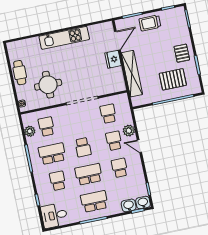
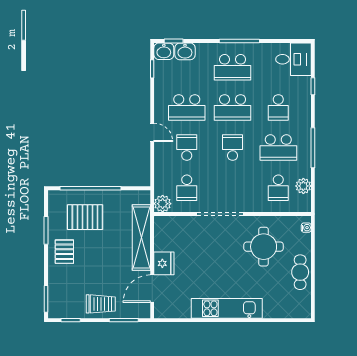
plant: (129, 131) -> (163, 204), moved
school desk: (114, 141) -> (187, 148), turned 180
school desk: (120, 168) -> (187, 107), width x1.85

